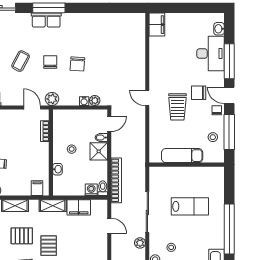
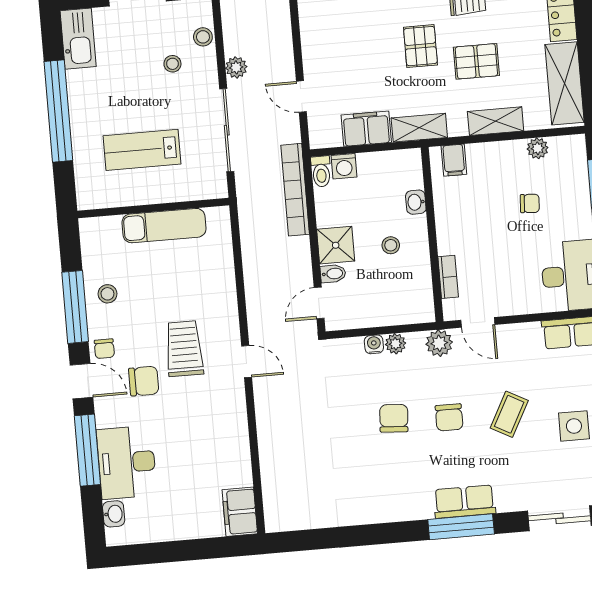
plant: (95, 100) -> (396, 344), moved
exam couch: (182, 156) -> (164, 226), moved
wall: (187, 165) -> (153, 208), moved

